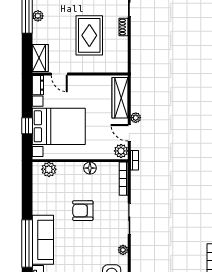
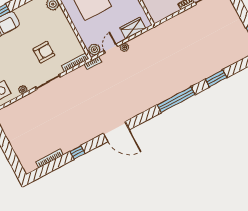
wardrobe: (120, 98) -> (133, 28), width x0.67
floor lamp: (90, 168) -> (70, 34), removed
armchair: (83, 211) -> (44, 52), moved, turned 90

